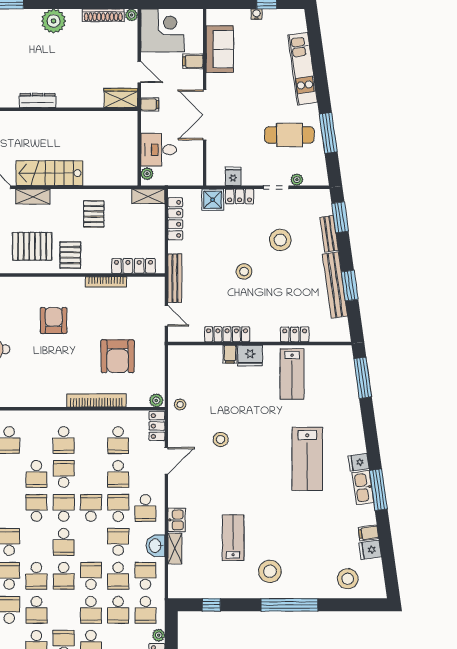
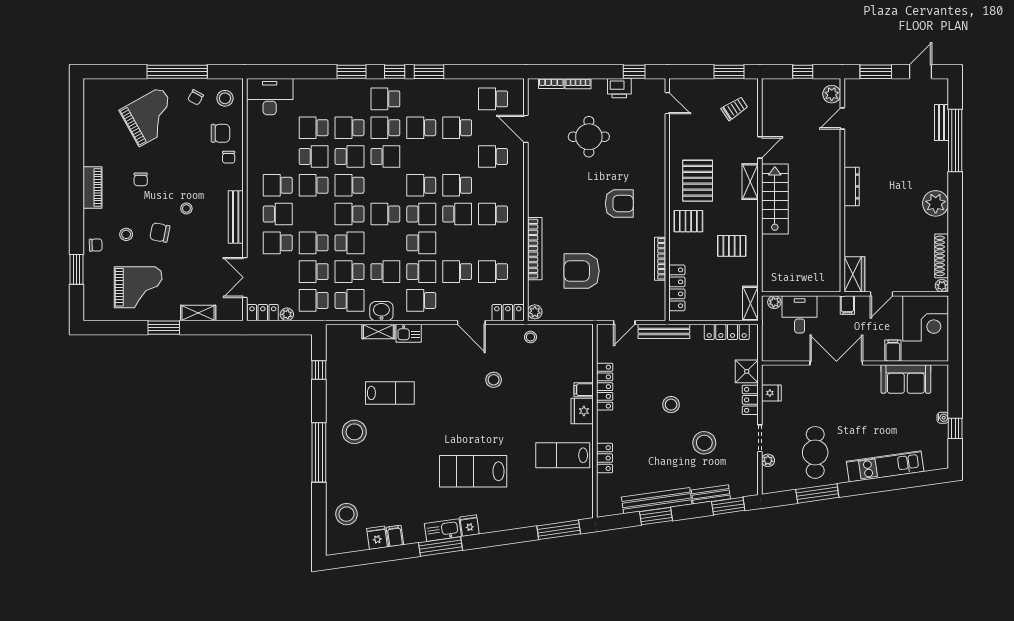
school desk: (36, 508) -> (421, 185), turned 180

